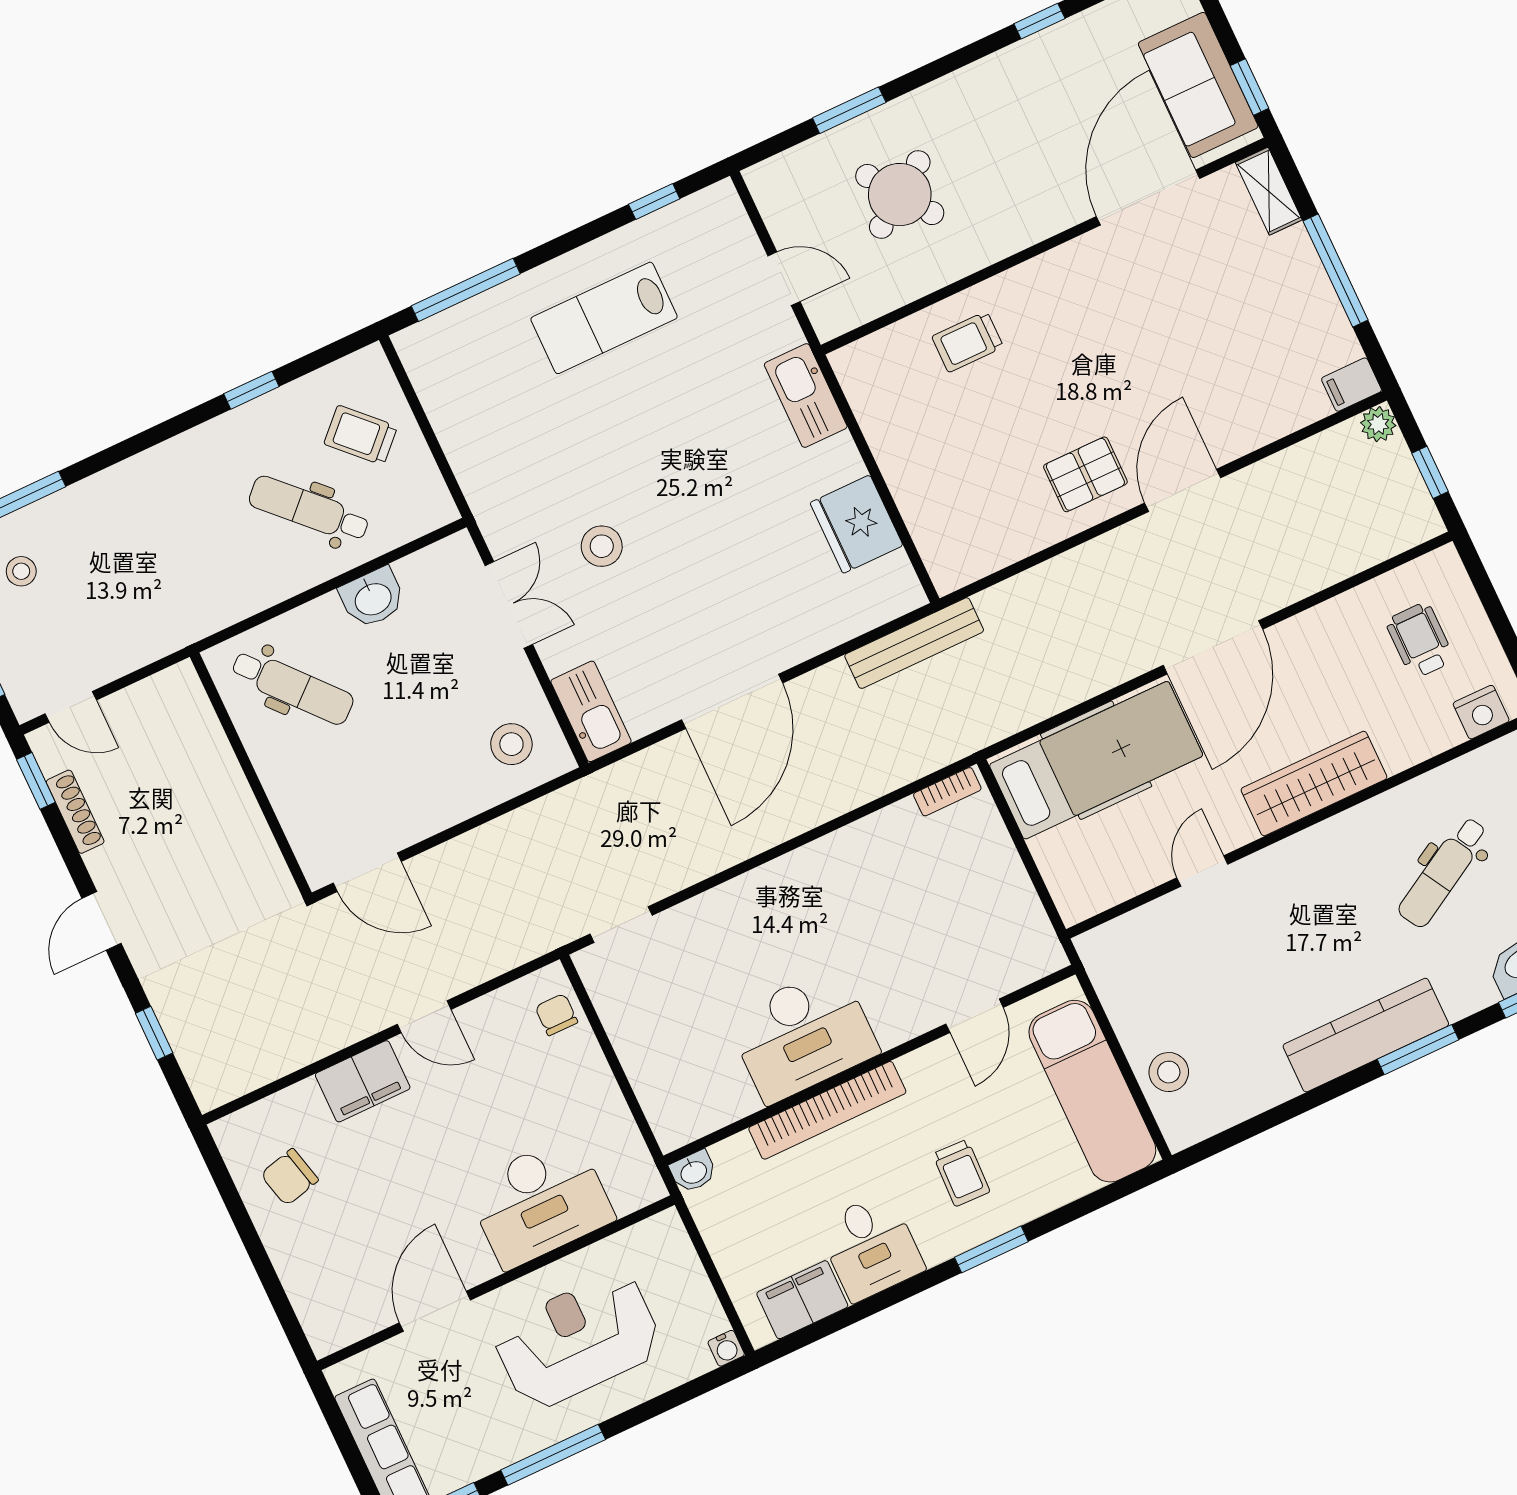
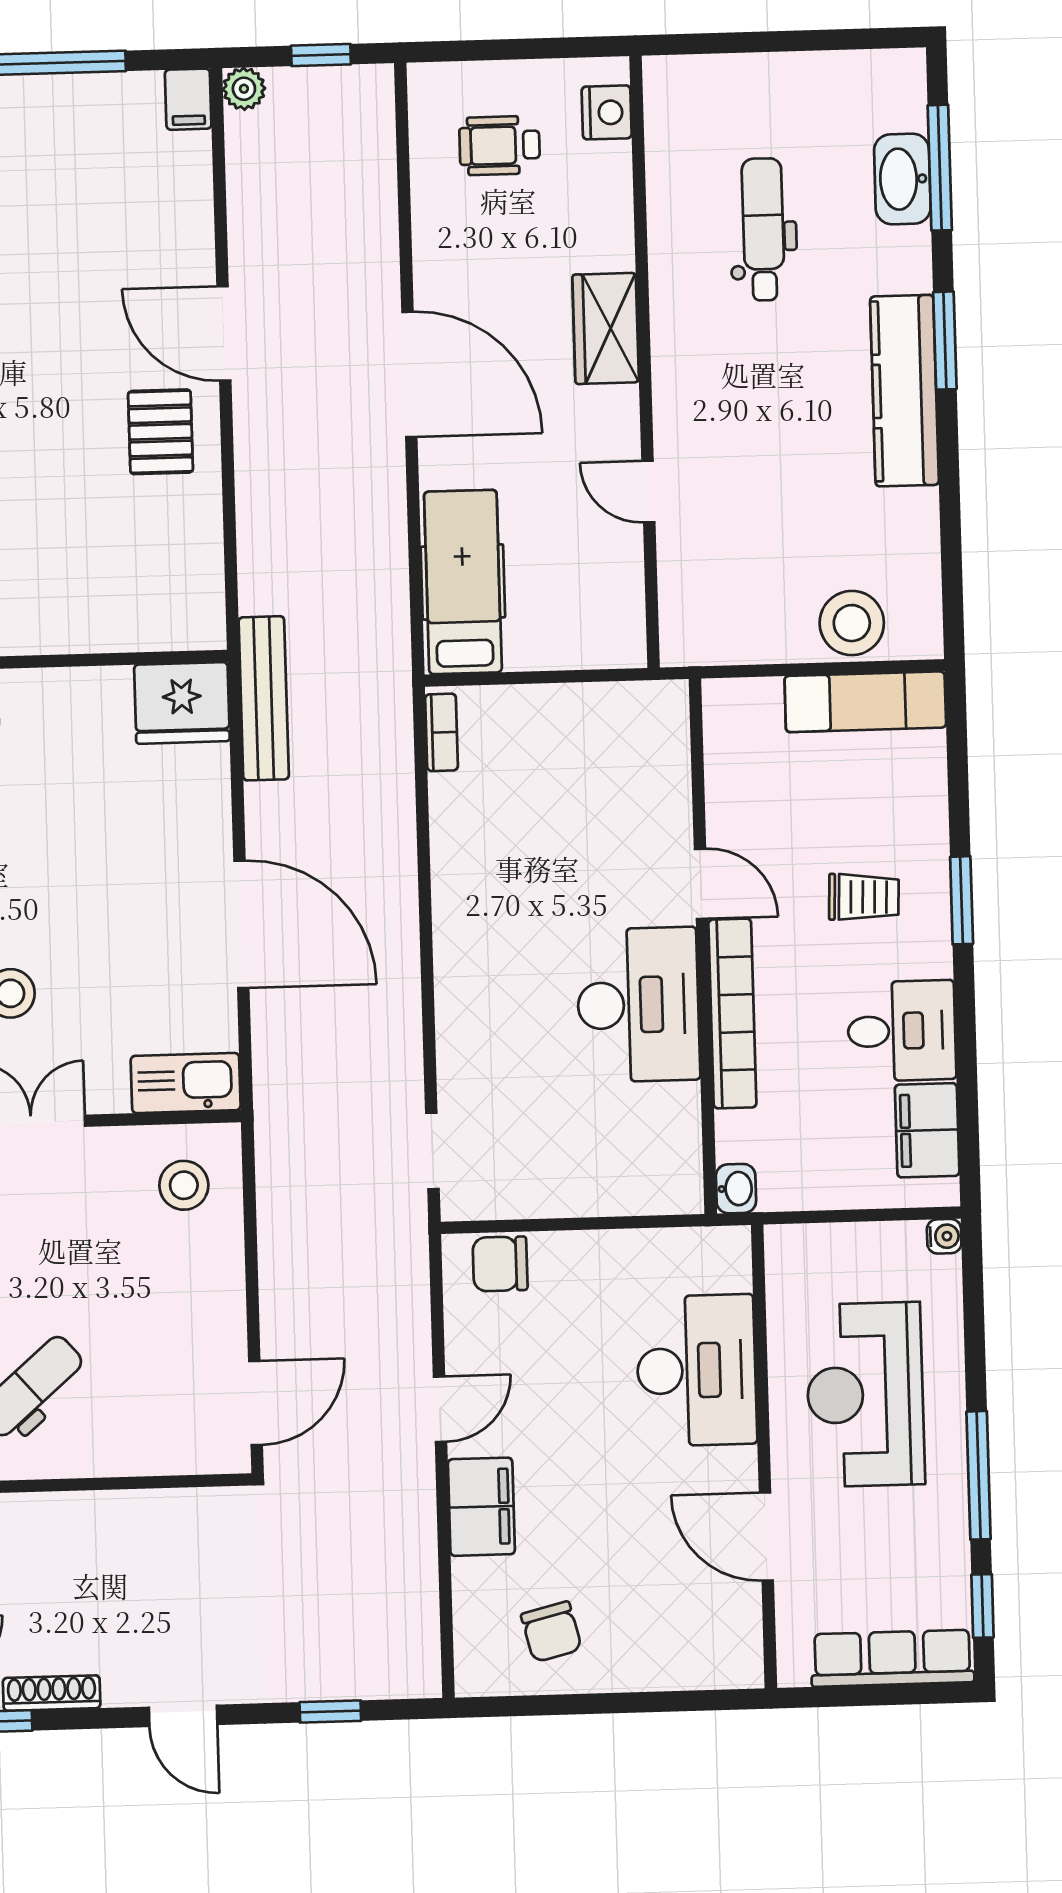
fridge: (856, 524) -> (182, 703), moved
hospital bed: (1096, 760) -> (463, 582), width x0.73, depth x0.78
wardrobe: (1314, 784) -> (606, 328), width x0.67
dental chair: (1443, 872) -> (763, 229), turned -150
chair: (556, 1015) -> (500, 1264), width x1.37, depth x1.37
door: (975, 1016) -> (701, 884), moved
stool: (1169, 1072) -> (852, 623), width x1.38, depth x1.38
exam couch: (1092, 1091) -> (865, 702), width x0.73, depth x0.69

